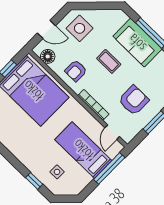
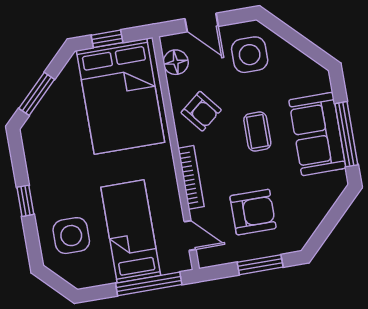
armchair: (76, 71) -> (201, 111), turned -129
door: (112, 132) -> (190, 235), swing flipped
side table: (57, 172) -> (71, 236), width x1.87, depth x1.87
window: (34, 181) -> (25, 201), moved

